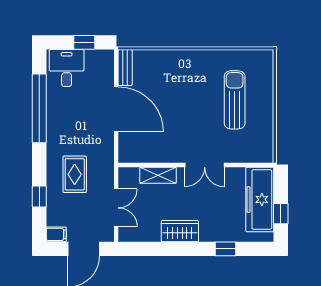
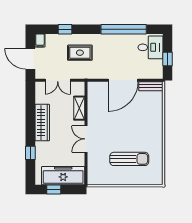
wardrobe: (180, 231) -> (42, 123), width x1.50

